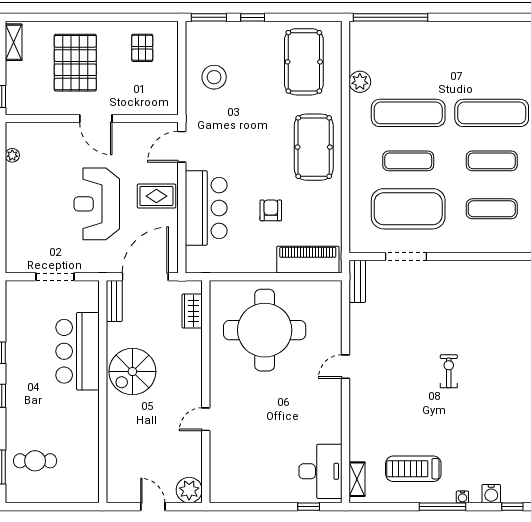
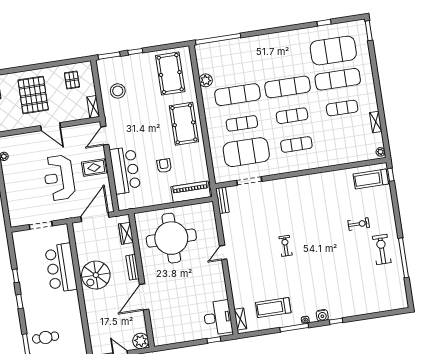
shelving: (170, 97) -> (93, 107), added
bench: (114, 301) -> (132, 267), moved
door: (206, 419) -> (144, 297), width x1.87

